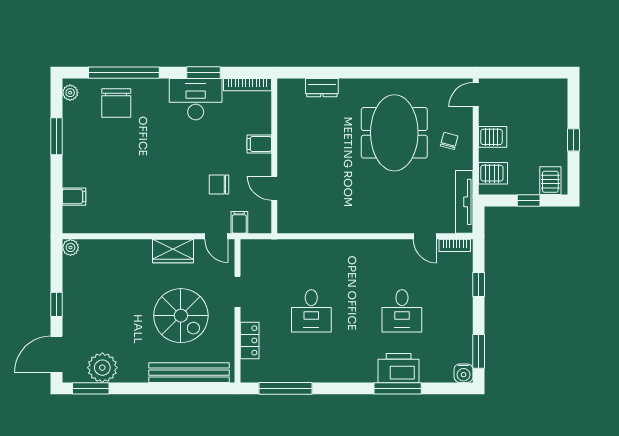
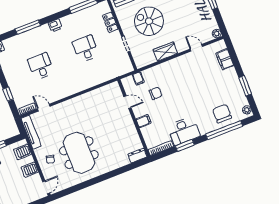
dresser: (322, 88) -> (137, 156), moved
filing cabinet: (74, 197) -> (225, 59), width x2.00
door: (216, 236) -> (196, 48), moved
printer: (399, 368) -> (55, 25), moved, width x0.53, depth x0.68

